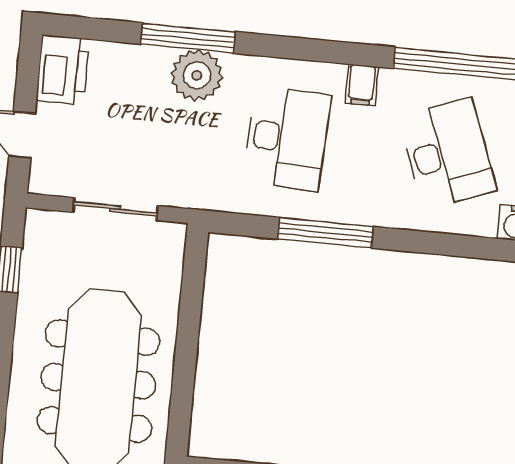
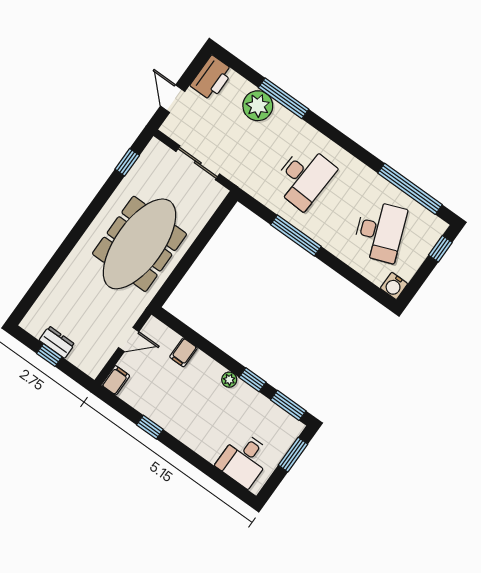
plant: (197, 75) -> (258, 106), moved
filing cabinet: (362, 85) -> (357, 172), removed

